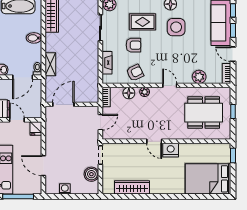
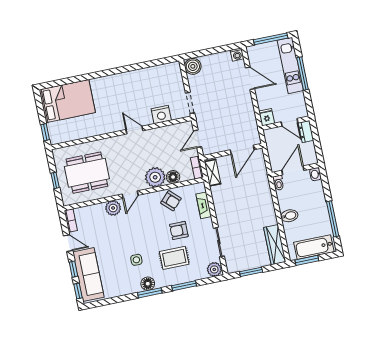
side table: (176, 27) -> (136, 260), width x0.54, depth x0.54
shelving: (50, 64) -> (213, 173), moved
armchair: (135, 73) -> (171, 201), turned -110
plant: (199, 77) -> (113, 208), moved
door: (170, 85) -> (130, 195), hinge flipped
plant: (145, 92) -> (155, 177), width x1.88, depth x1.88
nightstand: (171, 150) -> (161, 115), moved
boiler: (91, 174) -> (193, 66), moved
wardrobe: (132, 187) -> (148, 75), removed
washing machine: (65, 189) -> (237, 54), moved

